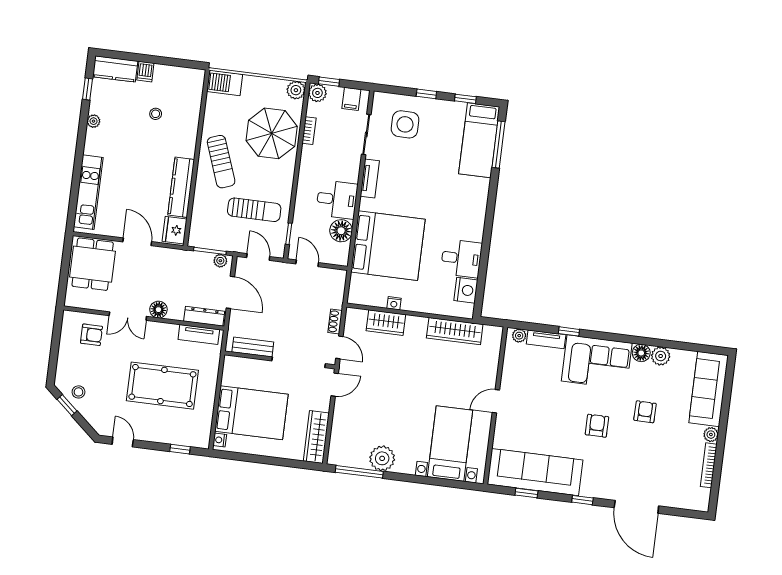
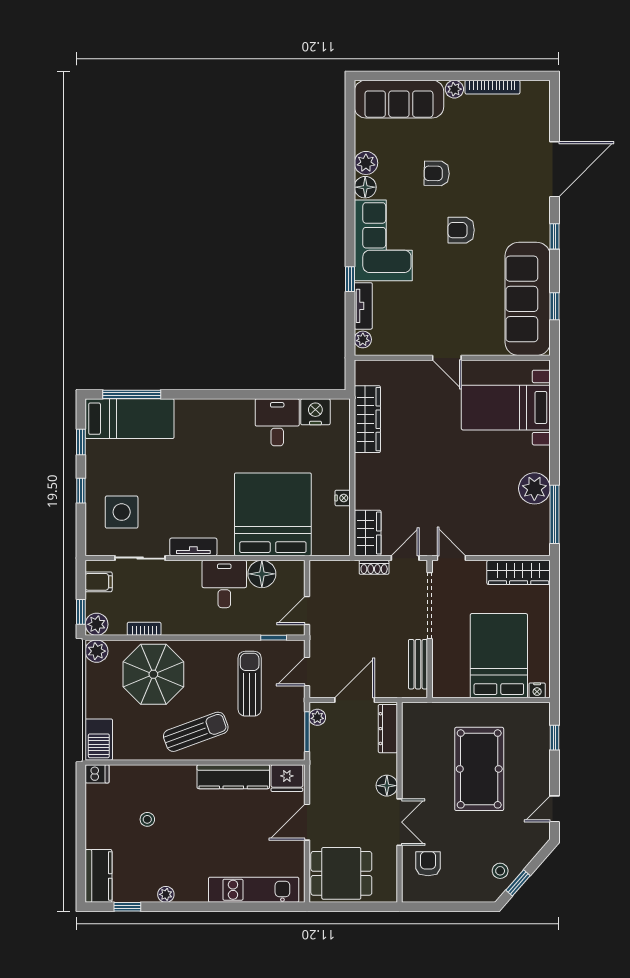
dishwasher: (145, 72) -> (97, 774), moved
wardrobe: (386, 323) -> (368, 533), moved
tv unit: (199, 335) -> (411, 732), removed

